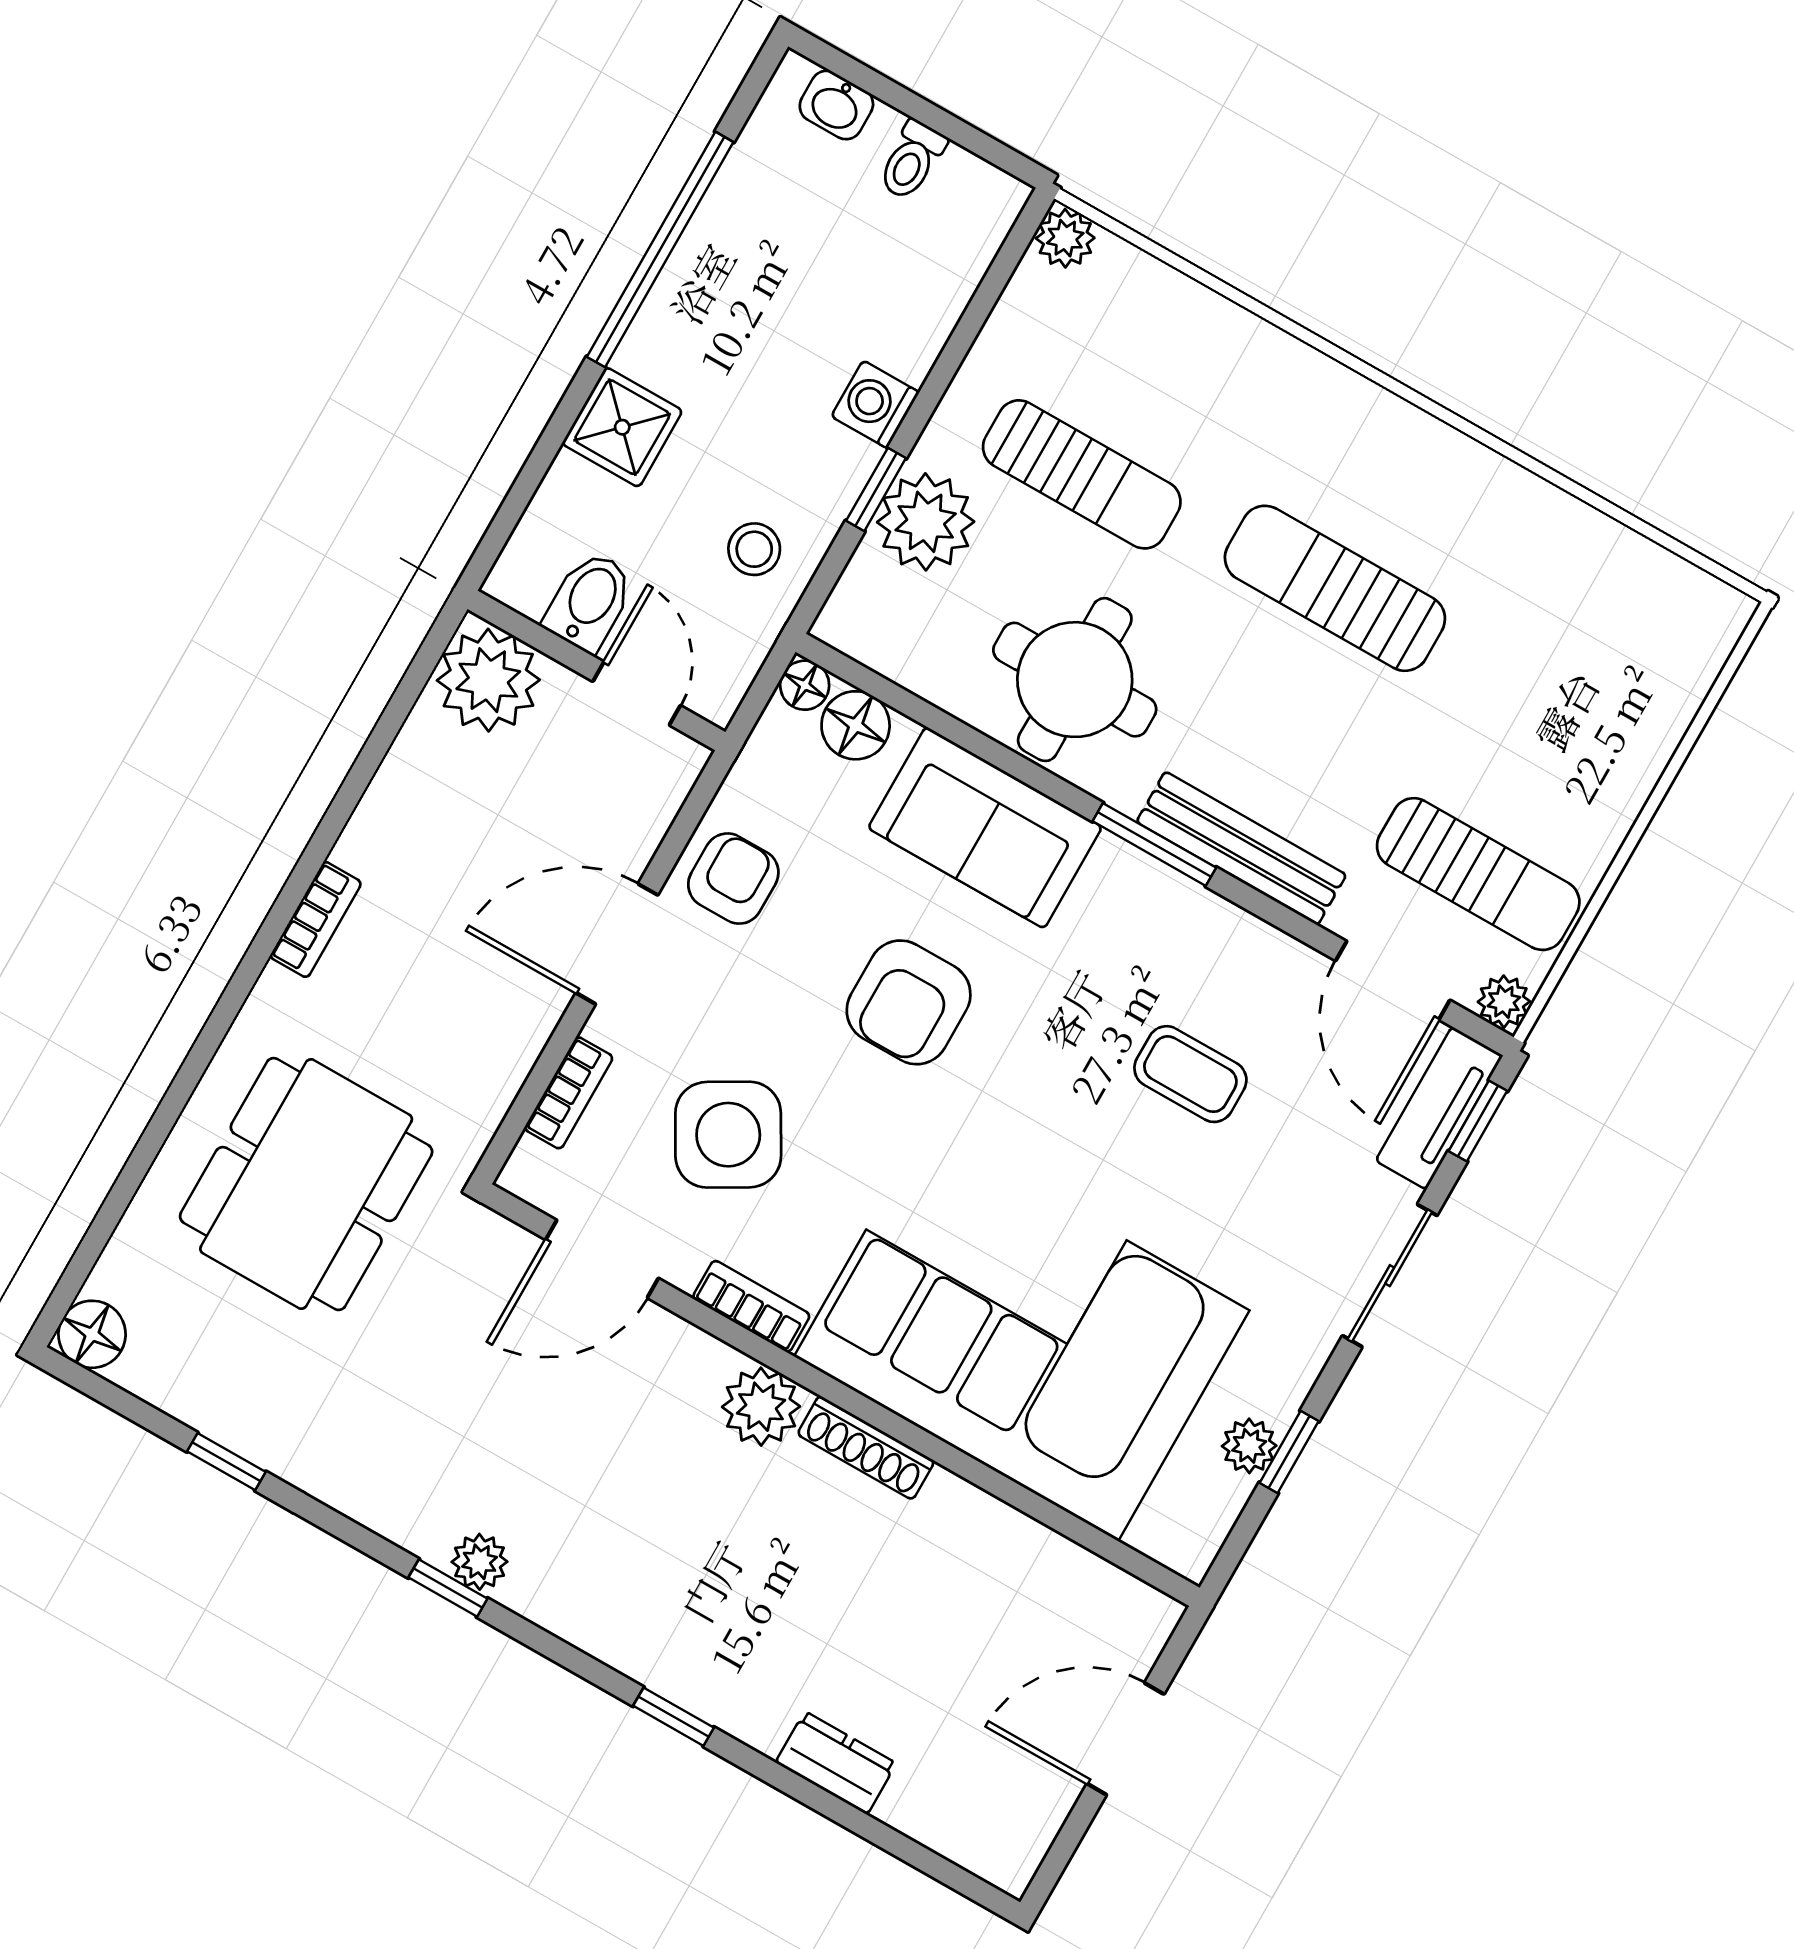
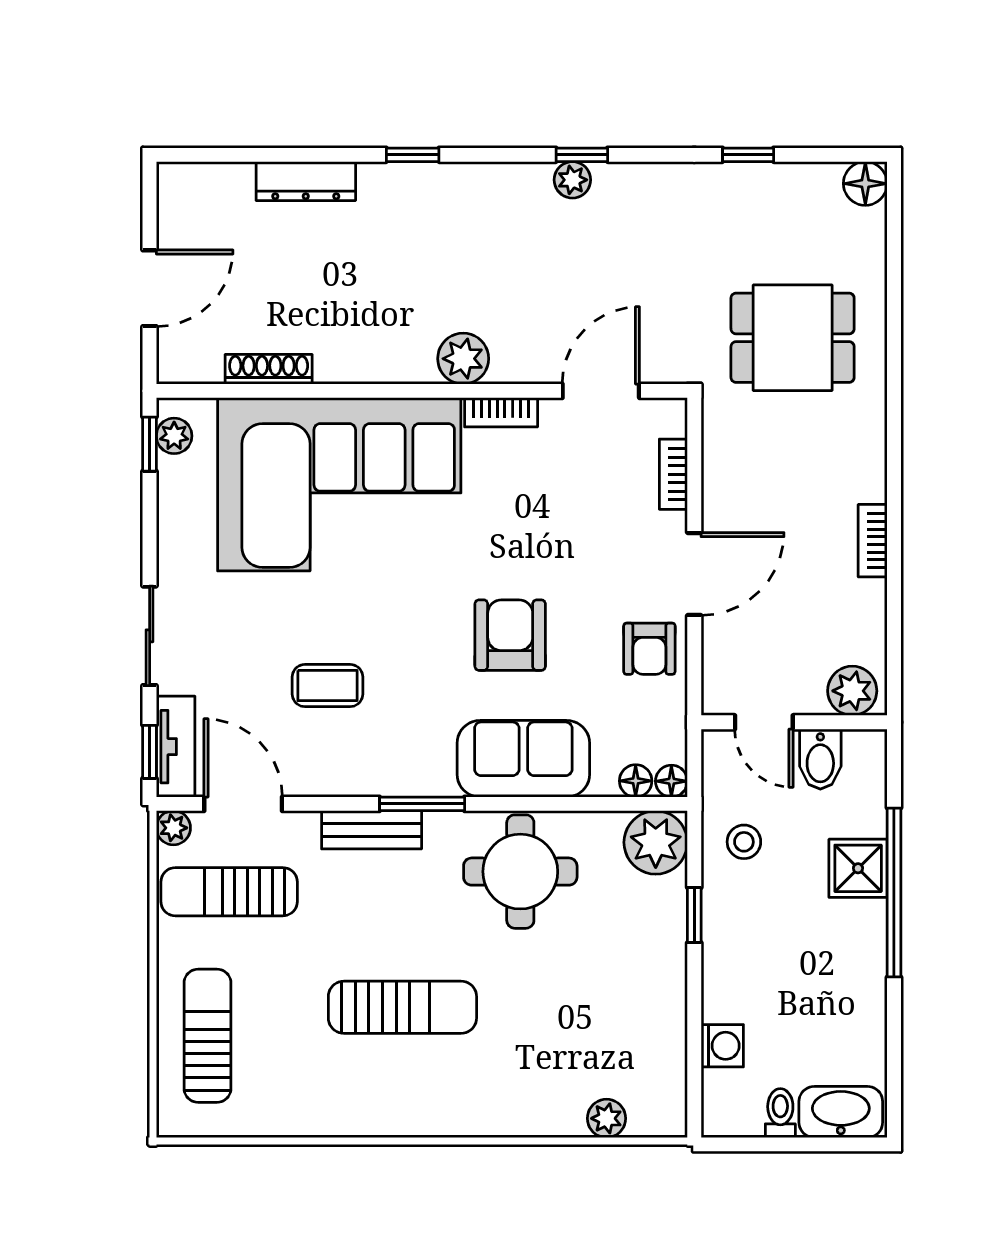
washbasin: (836, 105) -> (841, 1112), width x1.91, depth x1.45
plant: (1065, 238) -> (606, 1118), moved
window: (660, 249) -> (894, 892), moved
washing machine: (875, 404) -> (722, 1046), moved
sun lounger: (1082, 474) -> (208, 1036), moved, turned 90
plant: (926, 522) -> (656, 842), moved
plant: (488, 680) -> (852, 691), width x0.73, depth x0.73
floor lamp: (856, 725) -> (636, 781), width x0.73, depth x0.73
bench: (1241, 848) -> (372, 830), width x0.73
bookcase: (316, 920) -> (873, 541), moved
side table: (728, 1135) -> (570, 502), removed
dining table: (306, 1184) -> (793, 338), width x0.73
plant: (1249, 1446) -> (174, 436), moved
shoe rack: (866, 1448) -> (269, 369), moved
window: (1289, 1452) -> (150, 444), moved
dresser: (836, 1763) -> (306, 181), width x1.44

